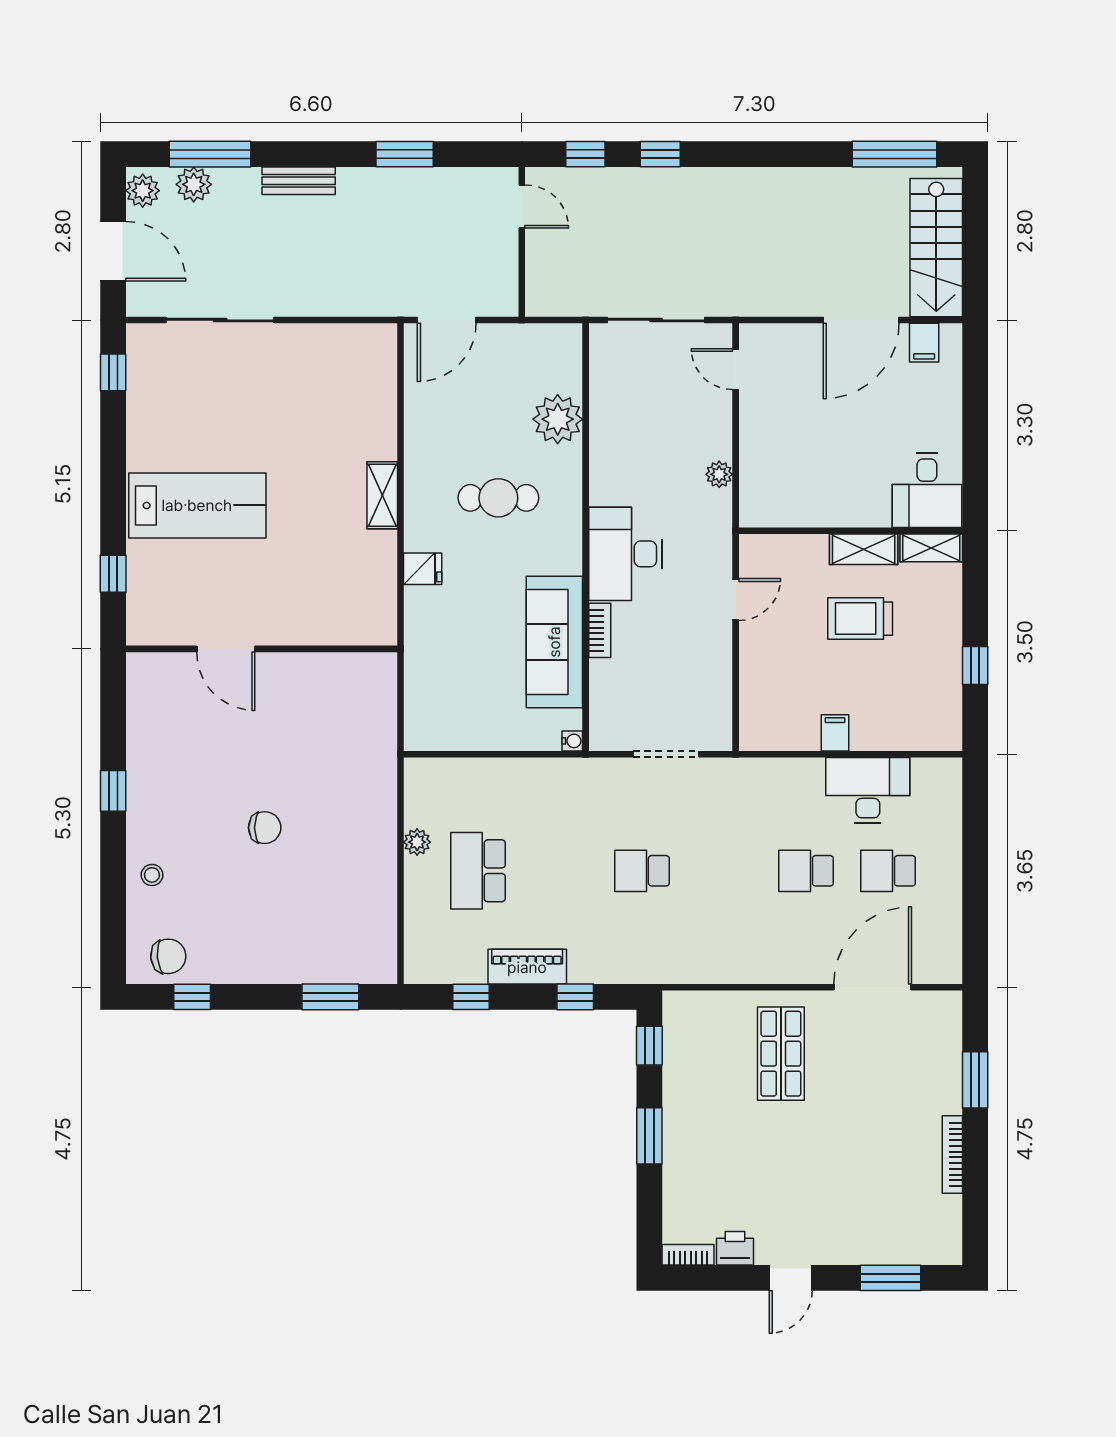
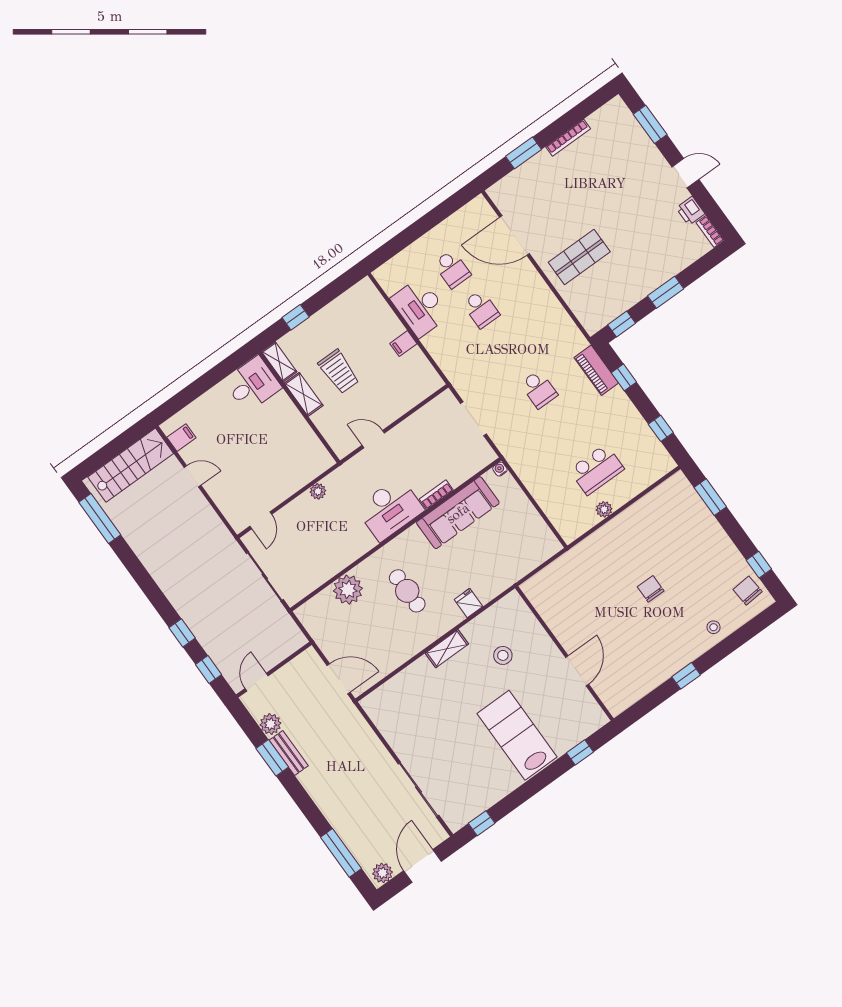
bench: (299, 181) -> (289, 753), moved
plant: (194, 184) -> (270, 724), moved
door: (861, 320) -> (193, 476), width x0.53
stool: (319, 564) -> (503, 655), added
window: (975, 665) -> (296, 317), moved
piano: (527, 967) -> (596, 370), moved

